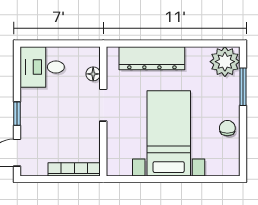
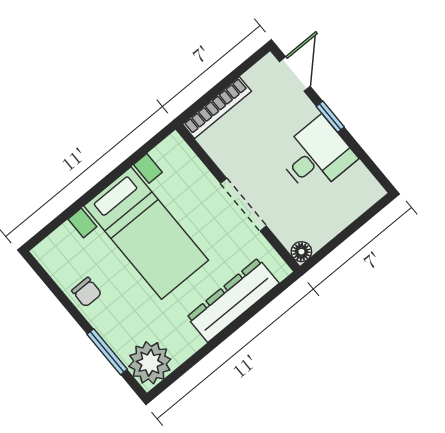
desk: (42, 67) -> (316, 156), moved
floor lamp: (93, 74) -> (301, 252), moved
doorway: (103, 105) -> (243, 205), width x1.38

